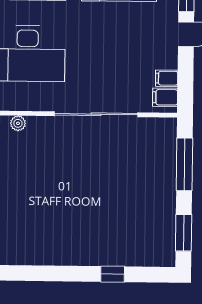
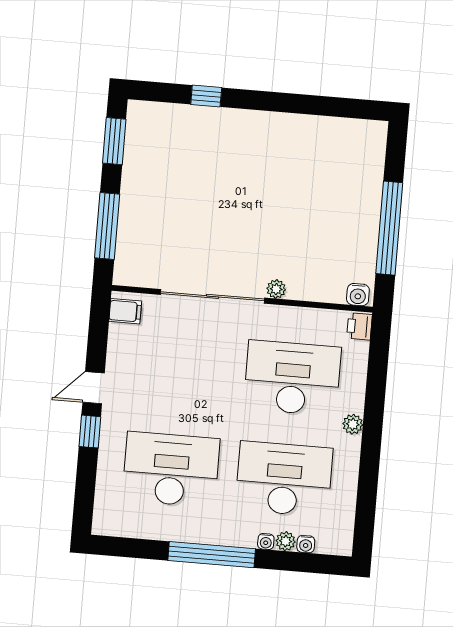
filing cabinet: (167, 78) -> (122, 335), removed
plant: (18, 123) -> (276, 289), moved

